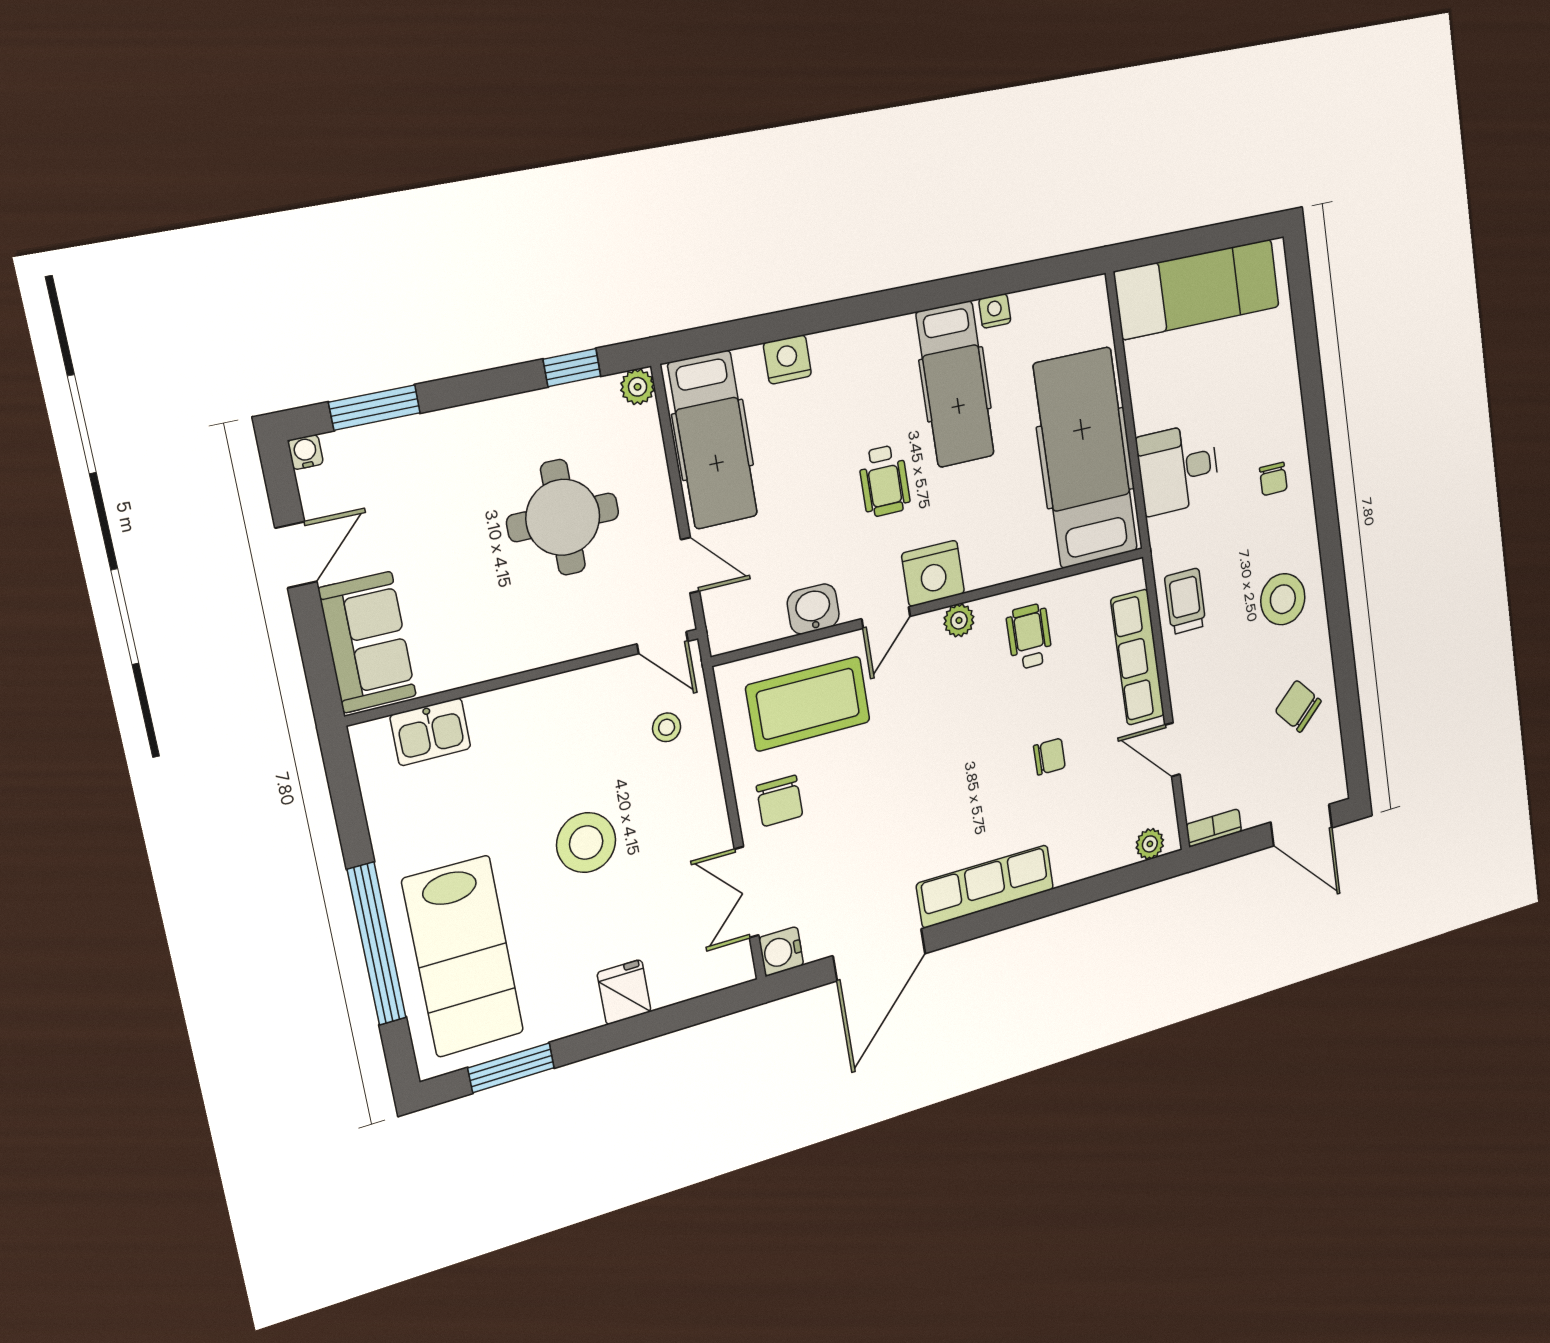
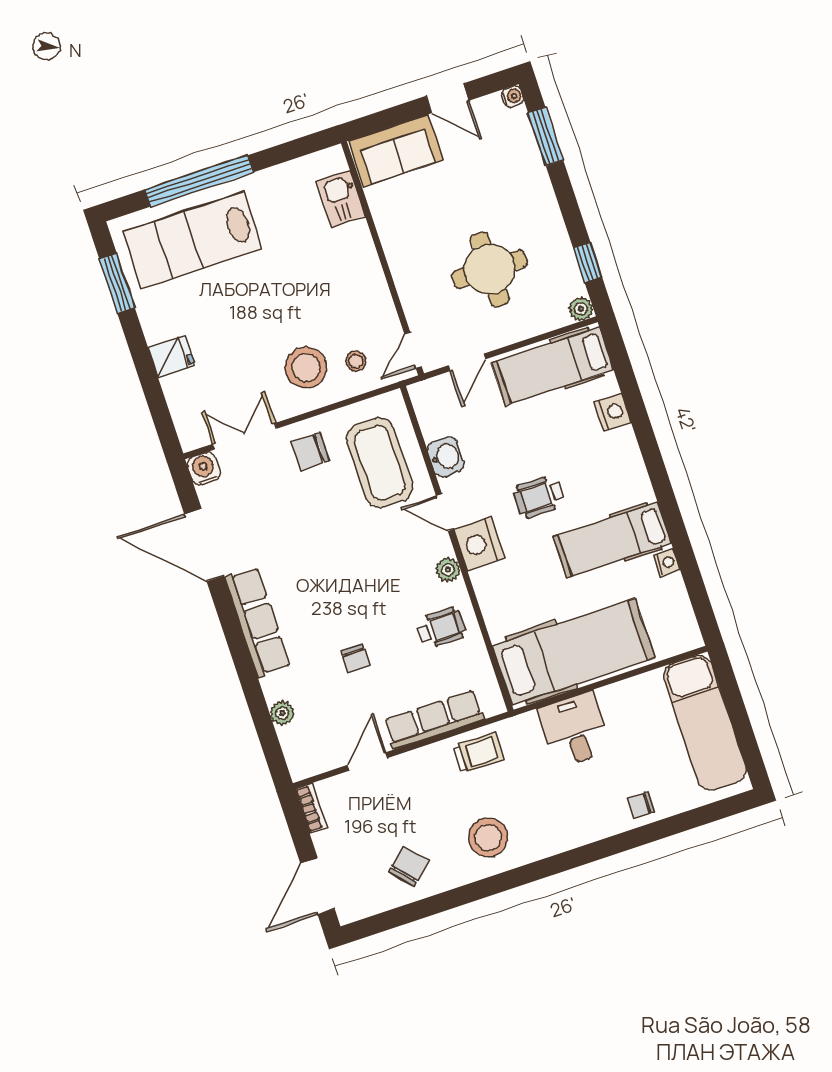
chair: (1273, 479) -> (641, 805), moved
stool: (586, 843) -> (306, 367), moved
plant: (1150, 844) -> (282, 713), moved

